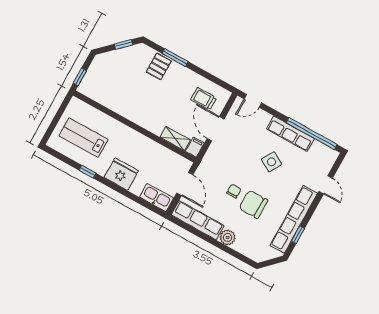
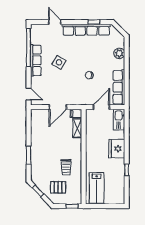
pallet: (159, 66) -> (58, 187), moved
trolley: (204, 99) -> (66, 167), moved
lab bench: (84, 138) -> (97, 188), moved
door: (326, 185) -> (55, 22), hinge flipped
chair: (253, 204) -> (91, 59), removed
plant: (228, 237) -> (119, 53), moved

